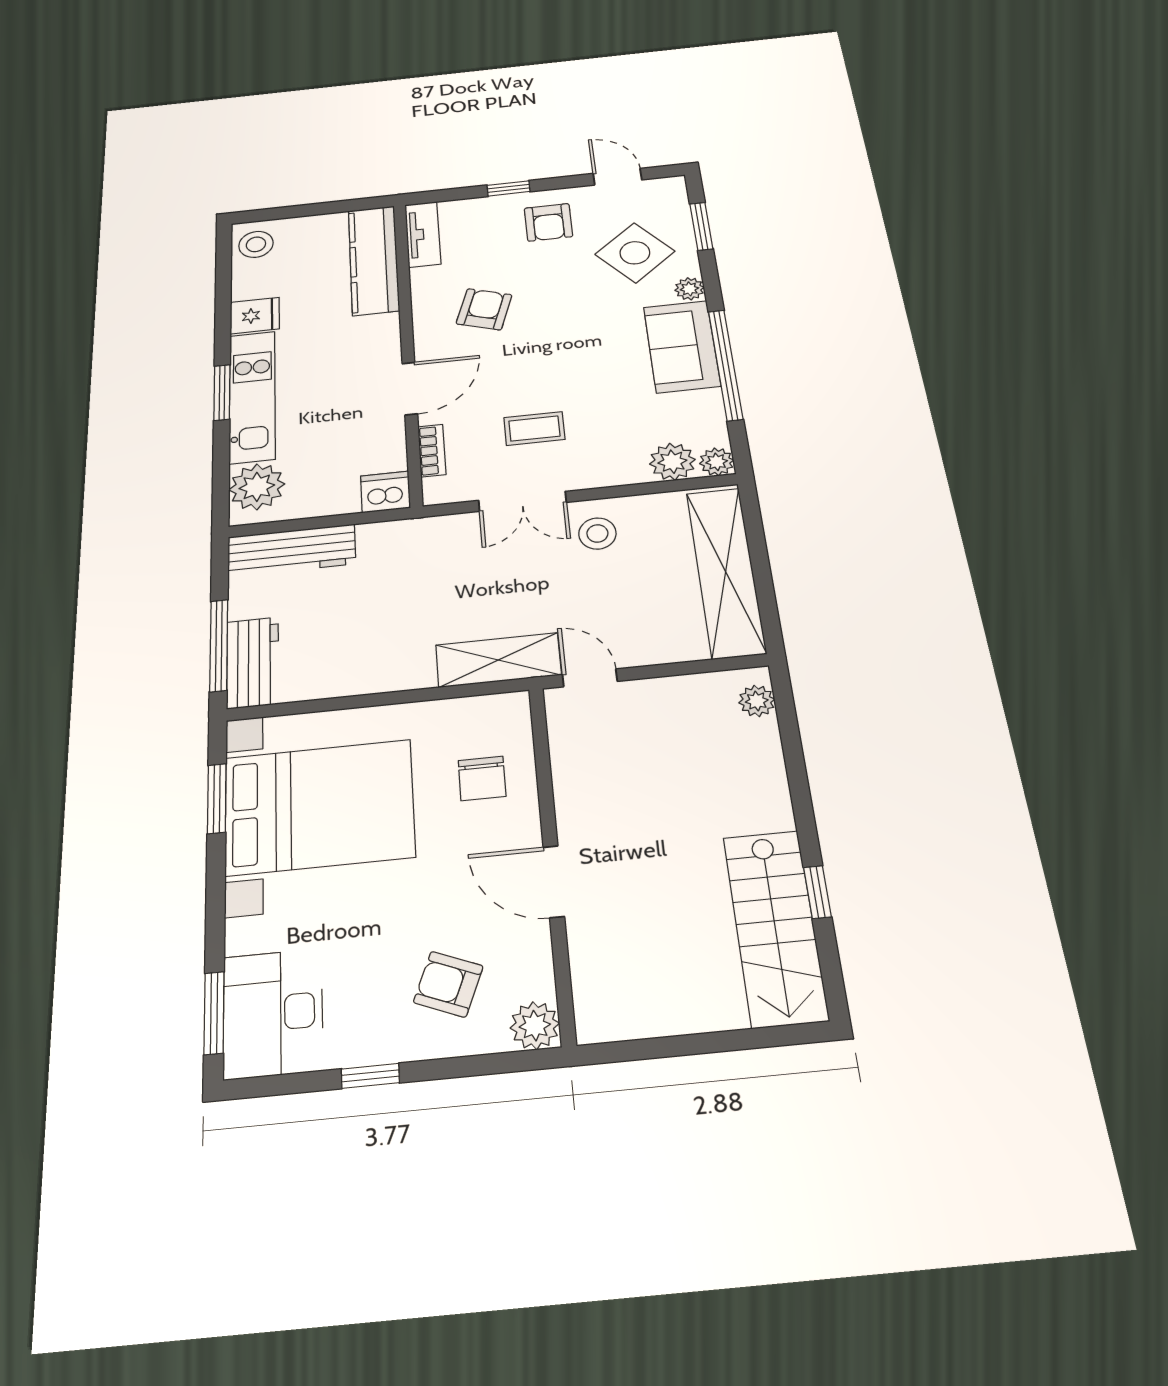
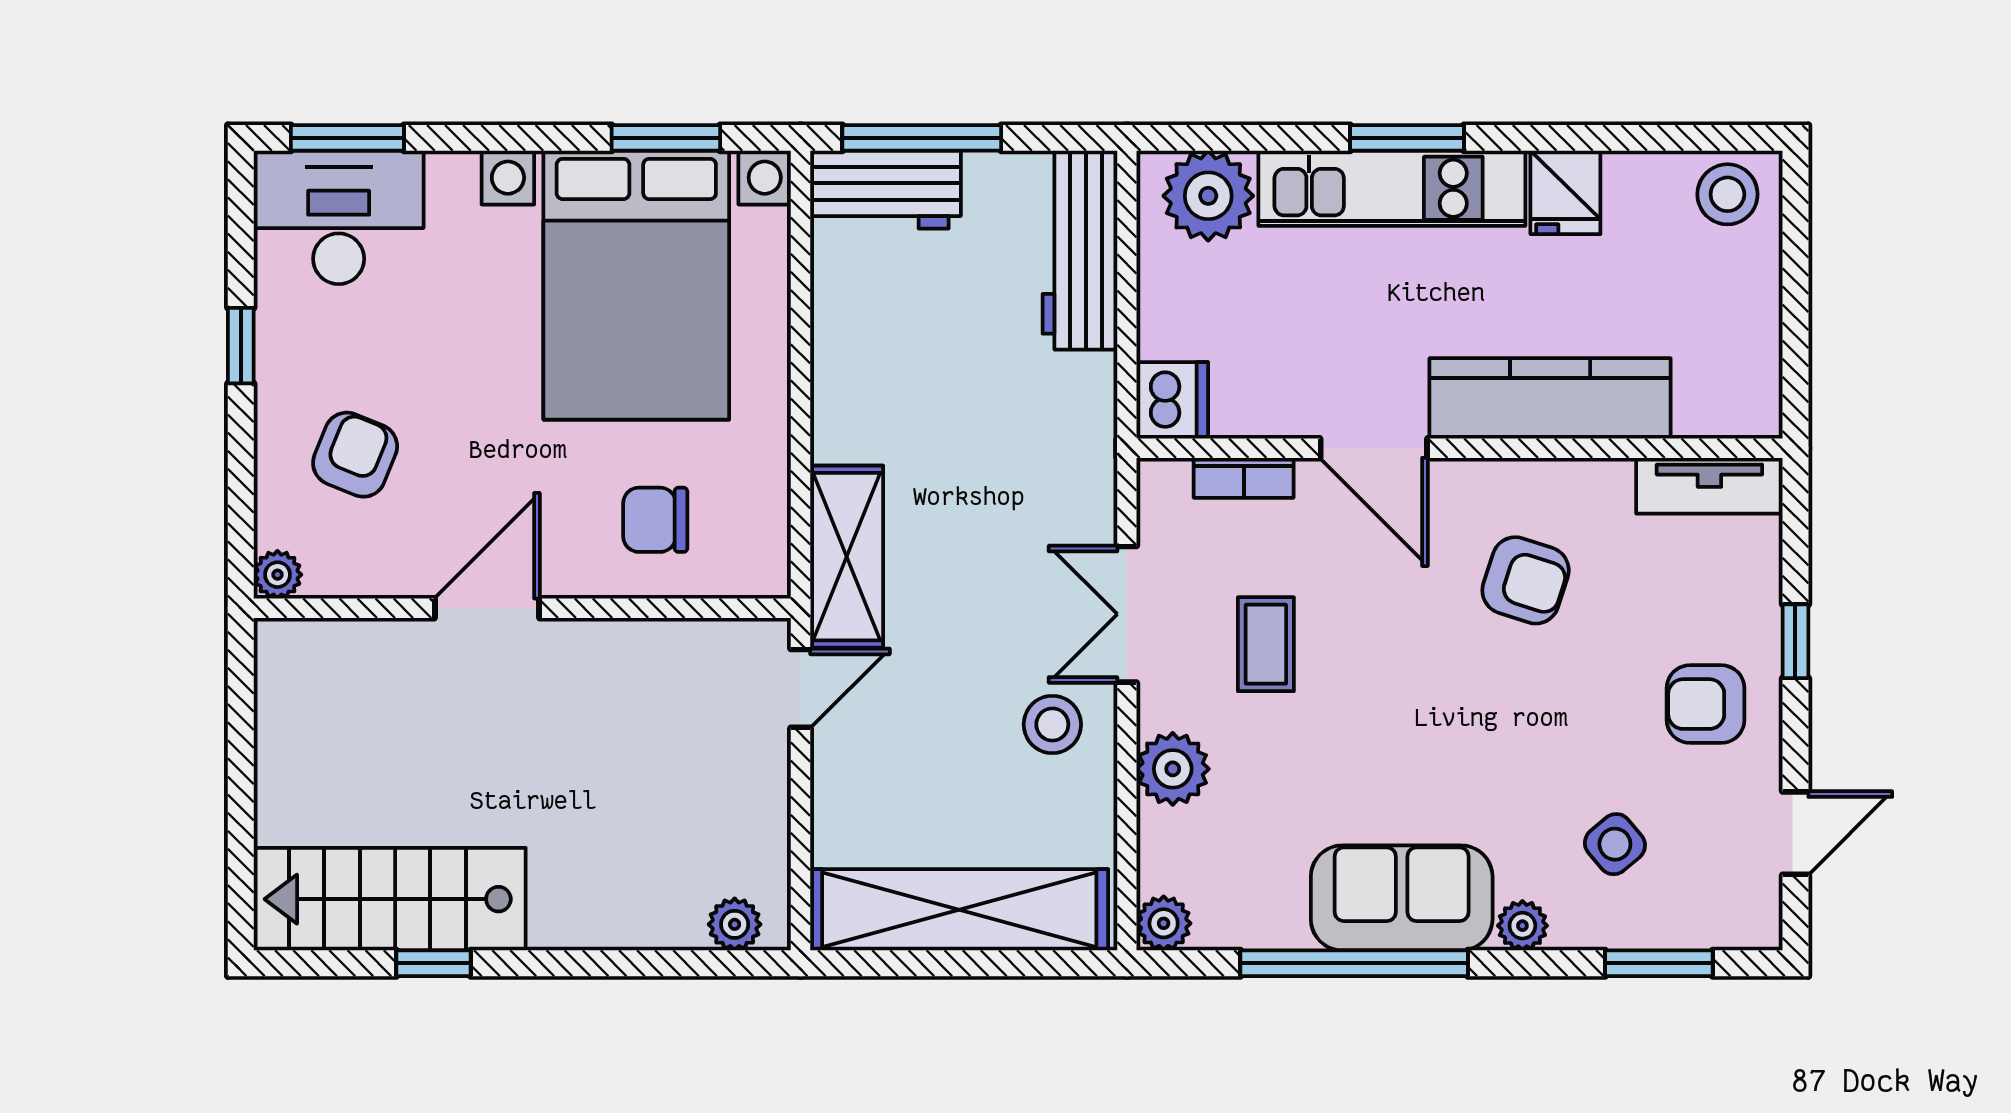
side table: (635, 253) -> (1615, 844), width x0.54, depth x0.54
kitchen counter: (374, 260) -> (1550, 398), moved
plant: (672, 462) -> (1173, 769), moved
plant: (535, 1026) -> (277, 575), width x0.73, depth x0.73

